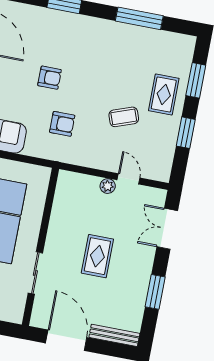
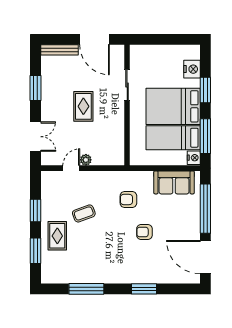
door: (129, 179) -> (71, 168), swing flipped

